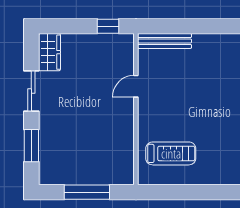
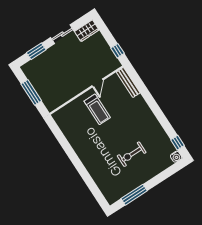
door: (136, 86) -> (97, 83), swing flipped
treadmill: (171, 153) -> (97, 109), moved

